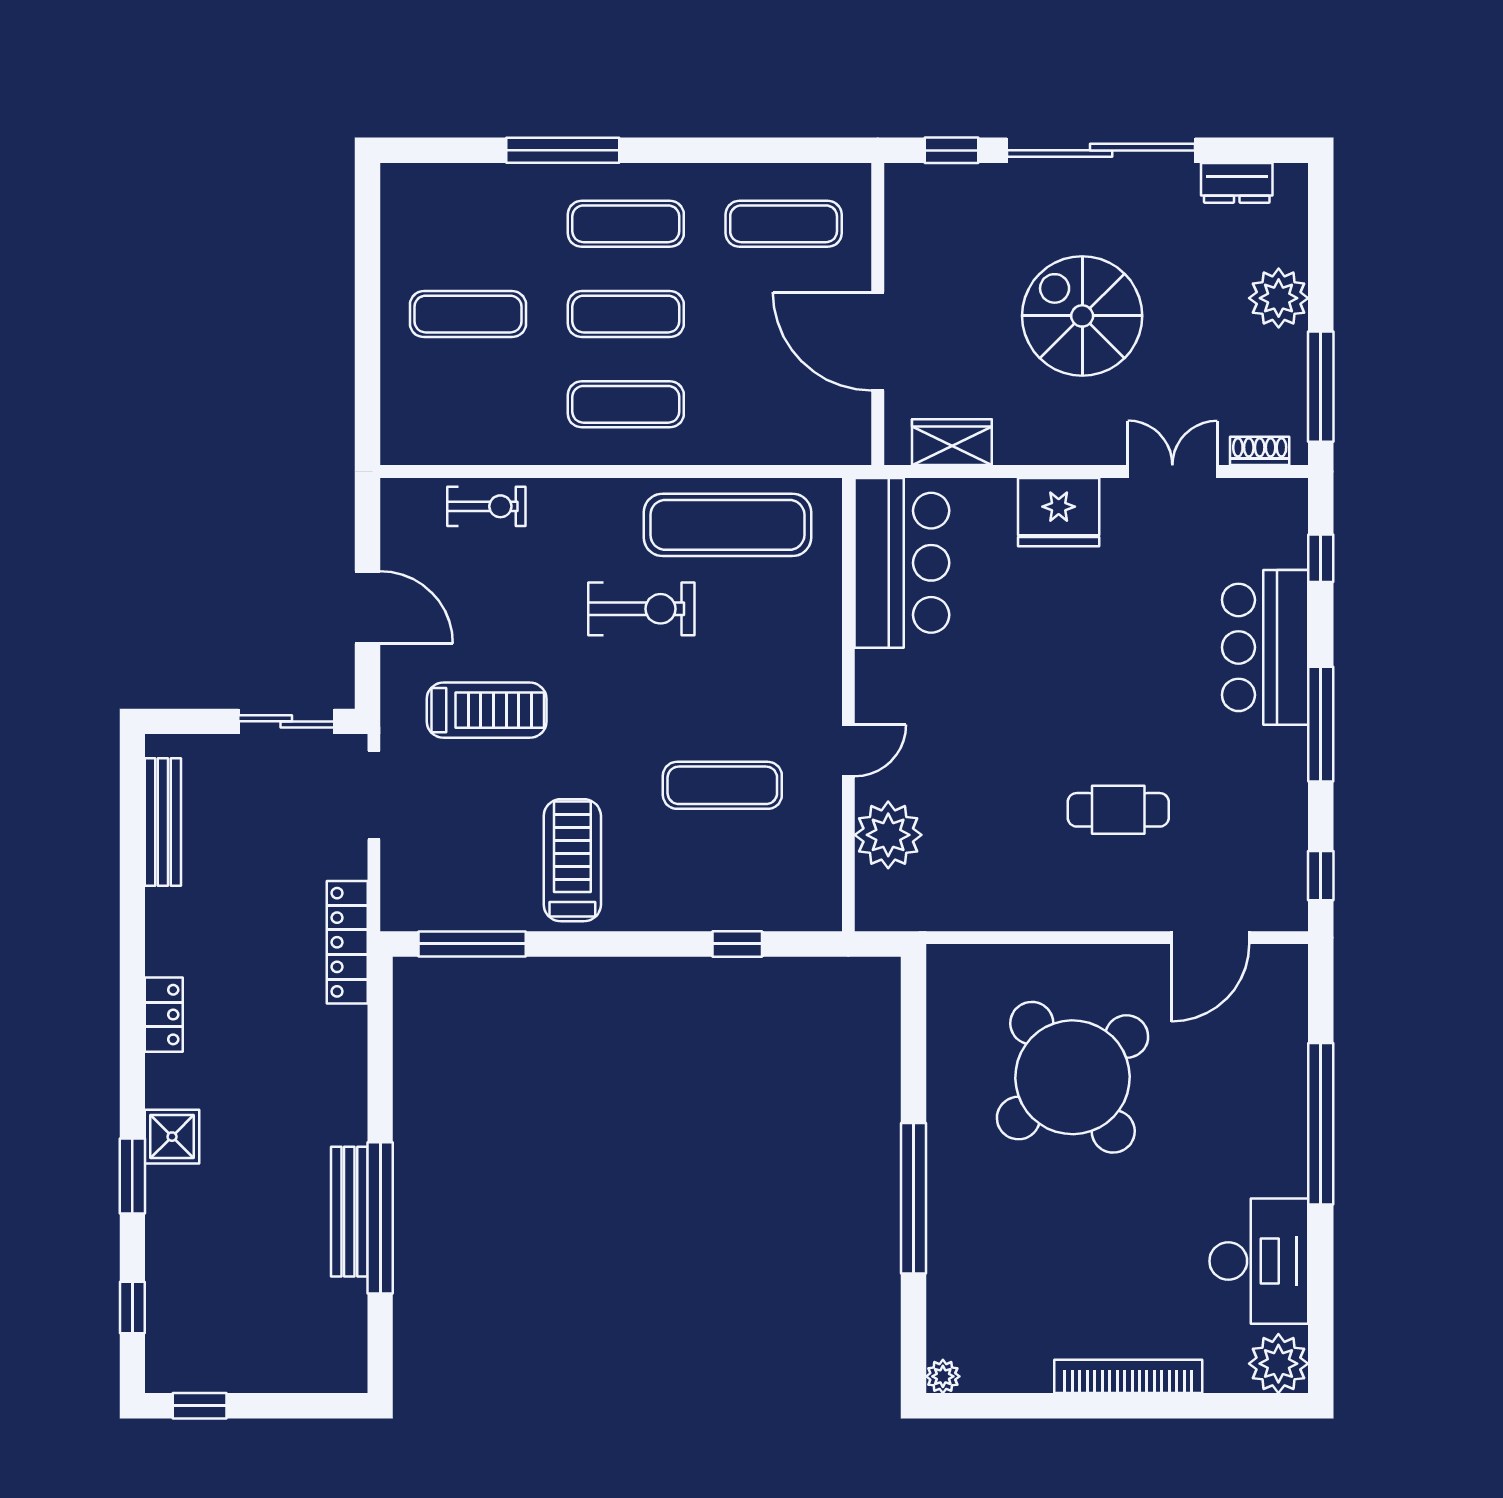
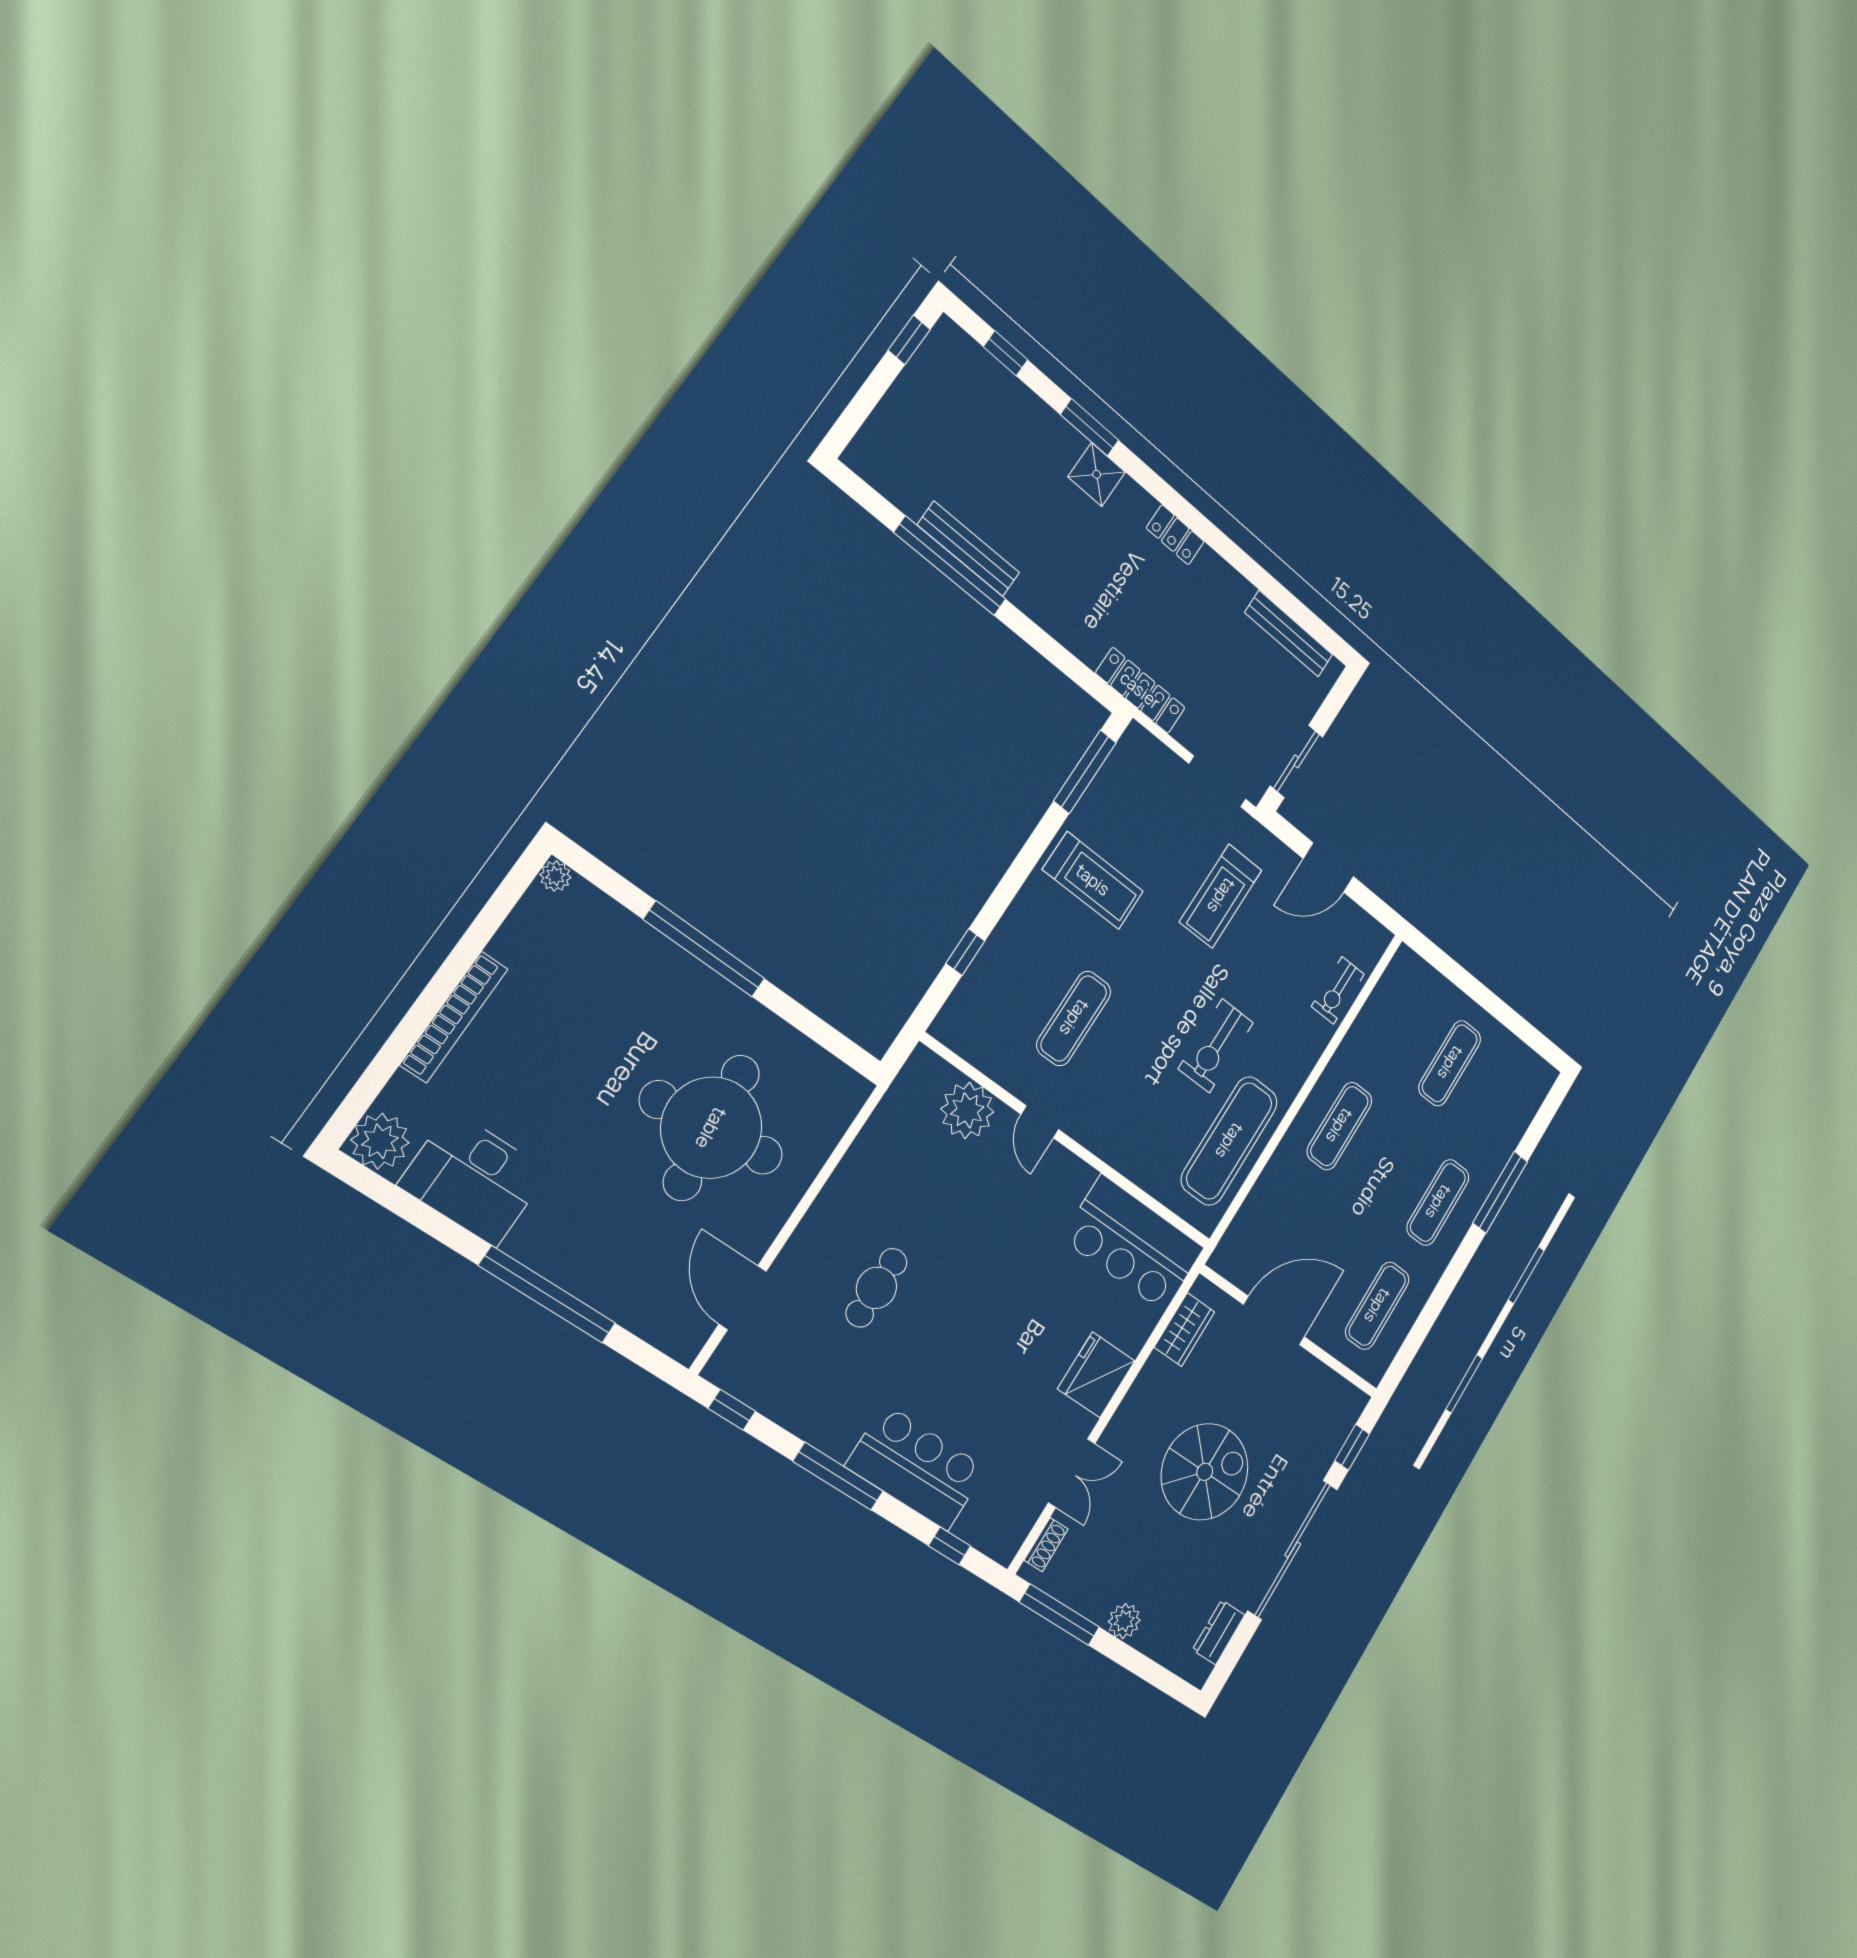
plant: (1279, 298) -> (1124, 1621), width x0.73, depth x0.73
exercise mat: (626, 314) -> (1389, 1165), removed
round table: (1073, 1077) -> (711, 1128), turned 31

